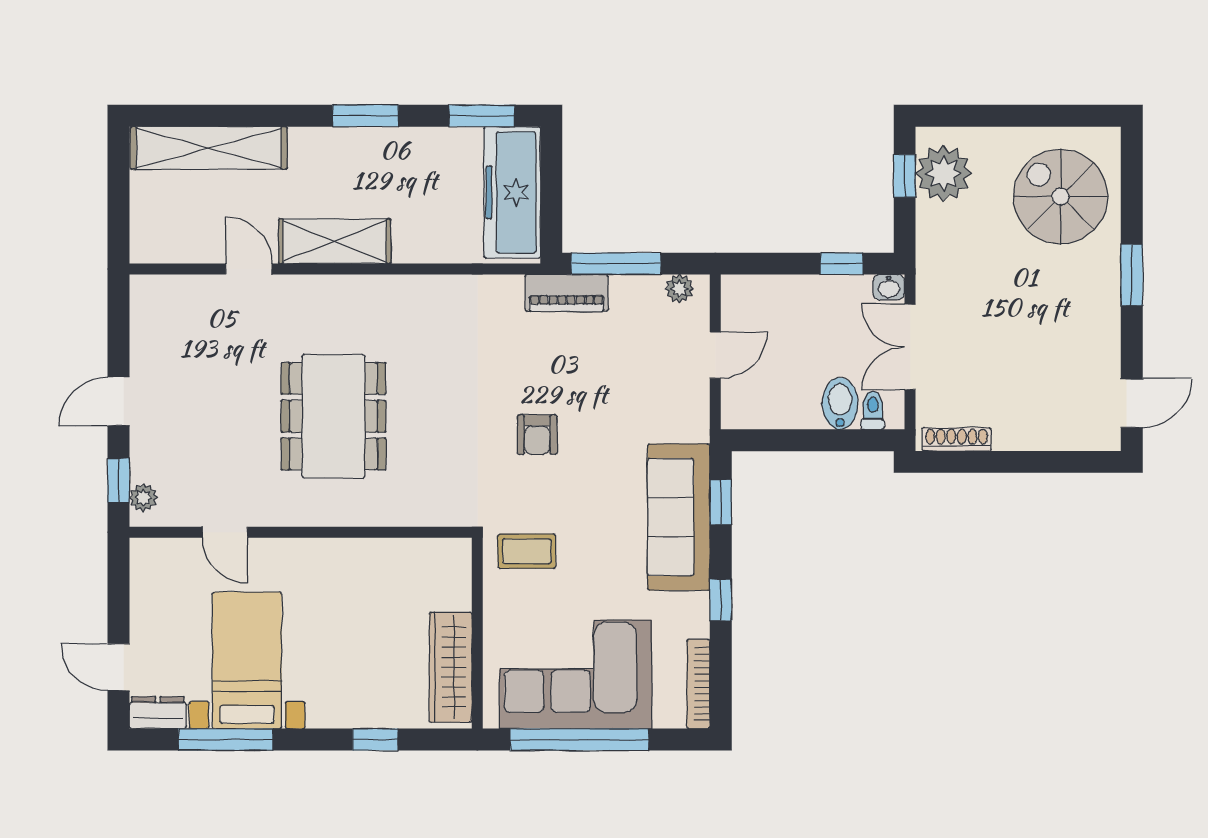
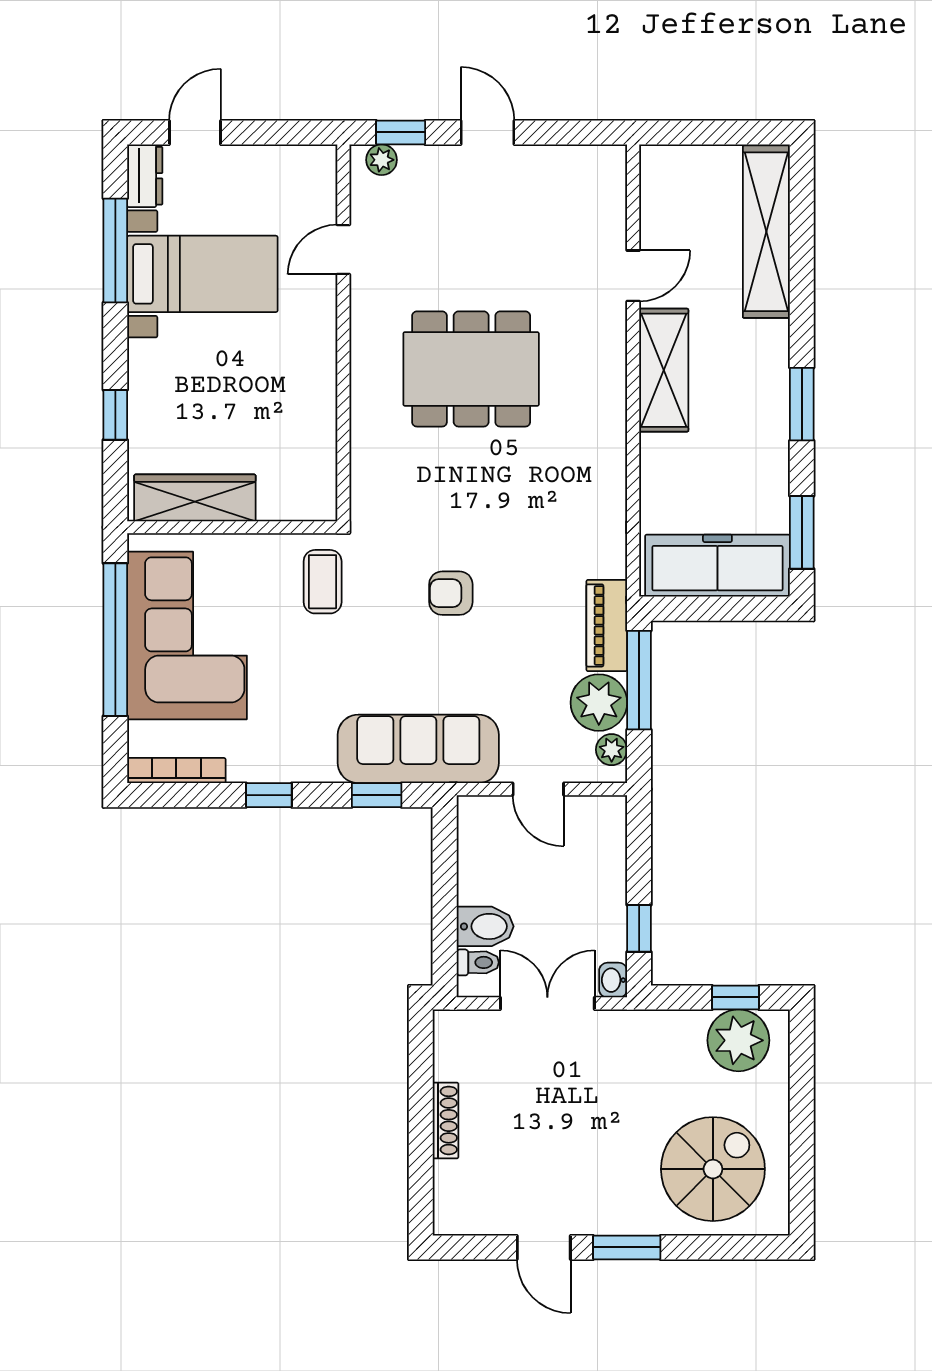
plant: (637, 300) -> (599, 703), added
door: (1132, 403) -> (544, 1247), moved
shoe rack: (957, 439) -> (446, 1120), moved
sofa: (679, 517) -> (418, 749), moved

